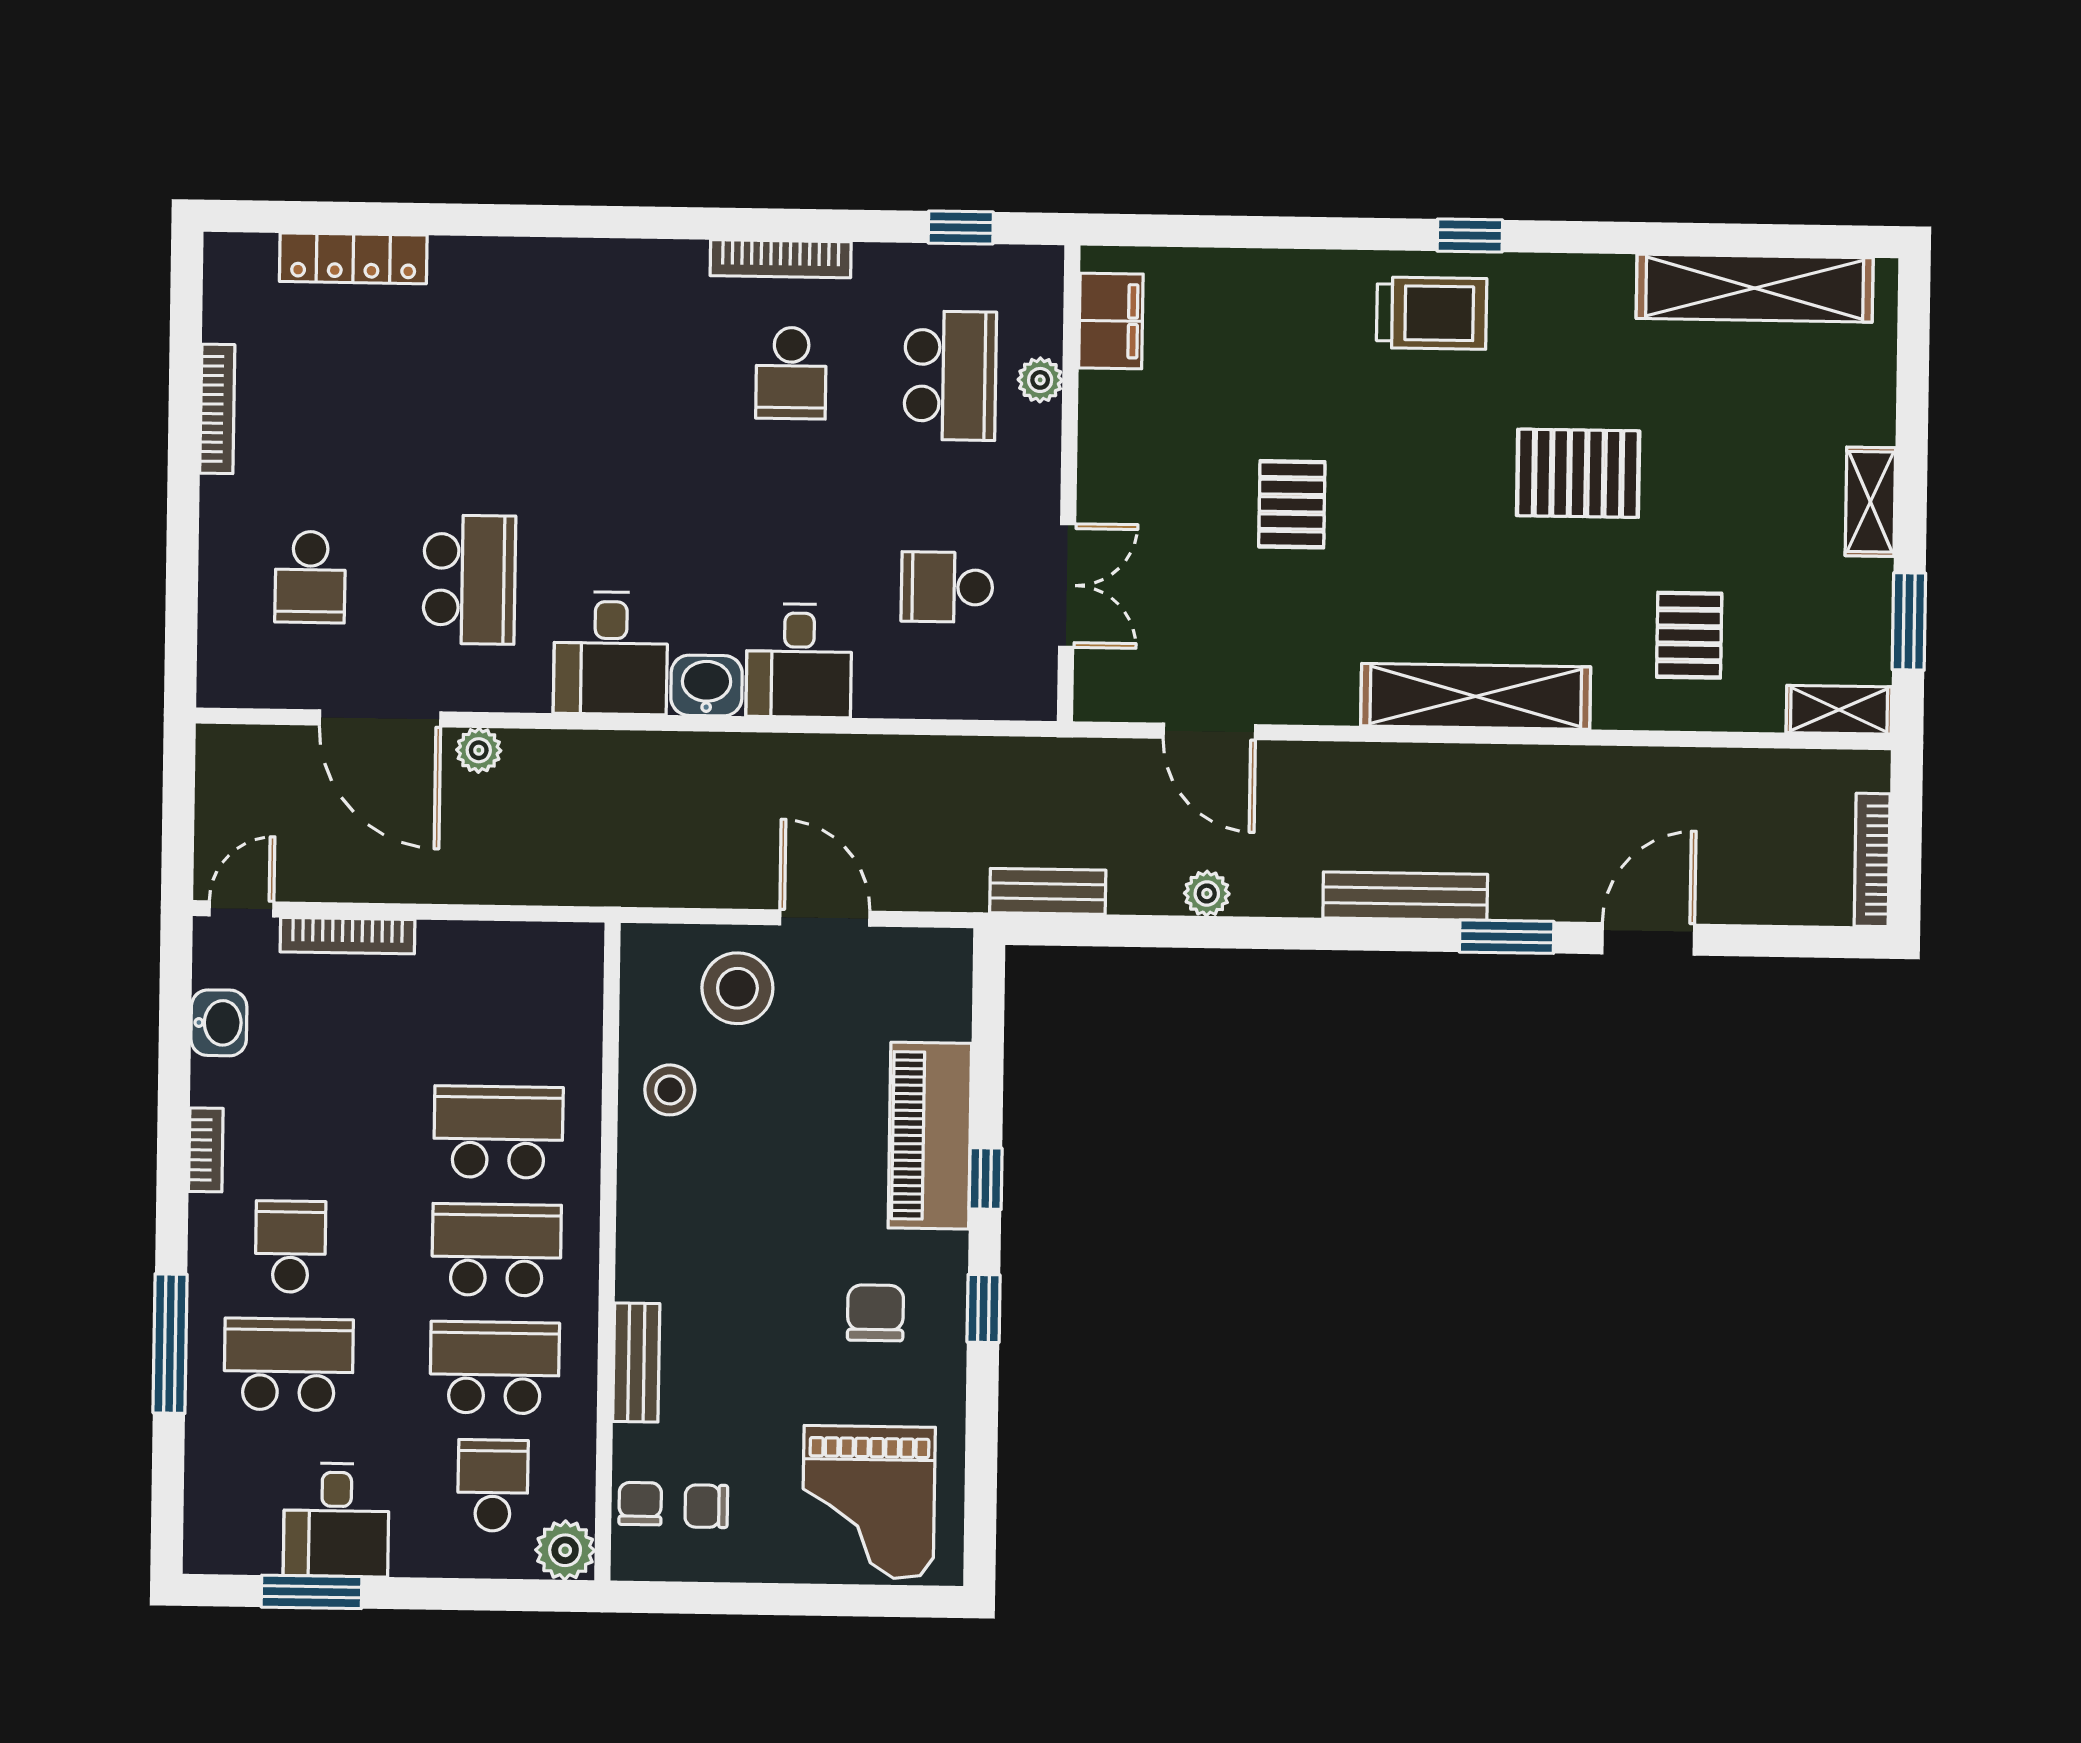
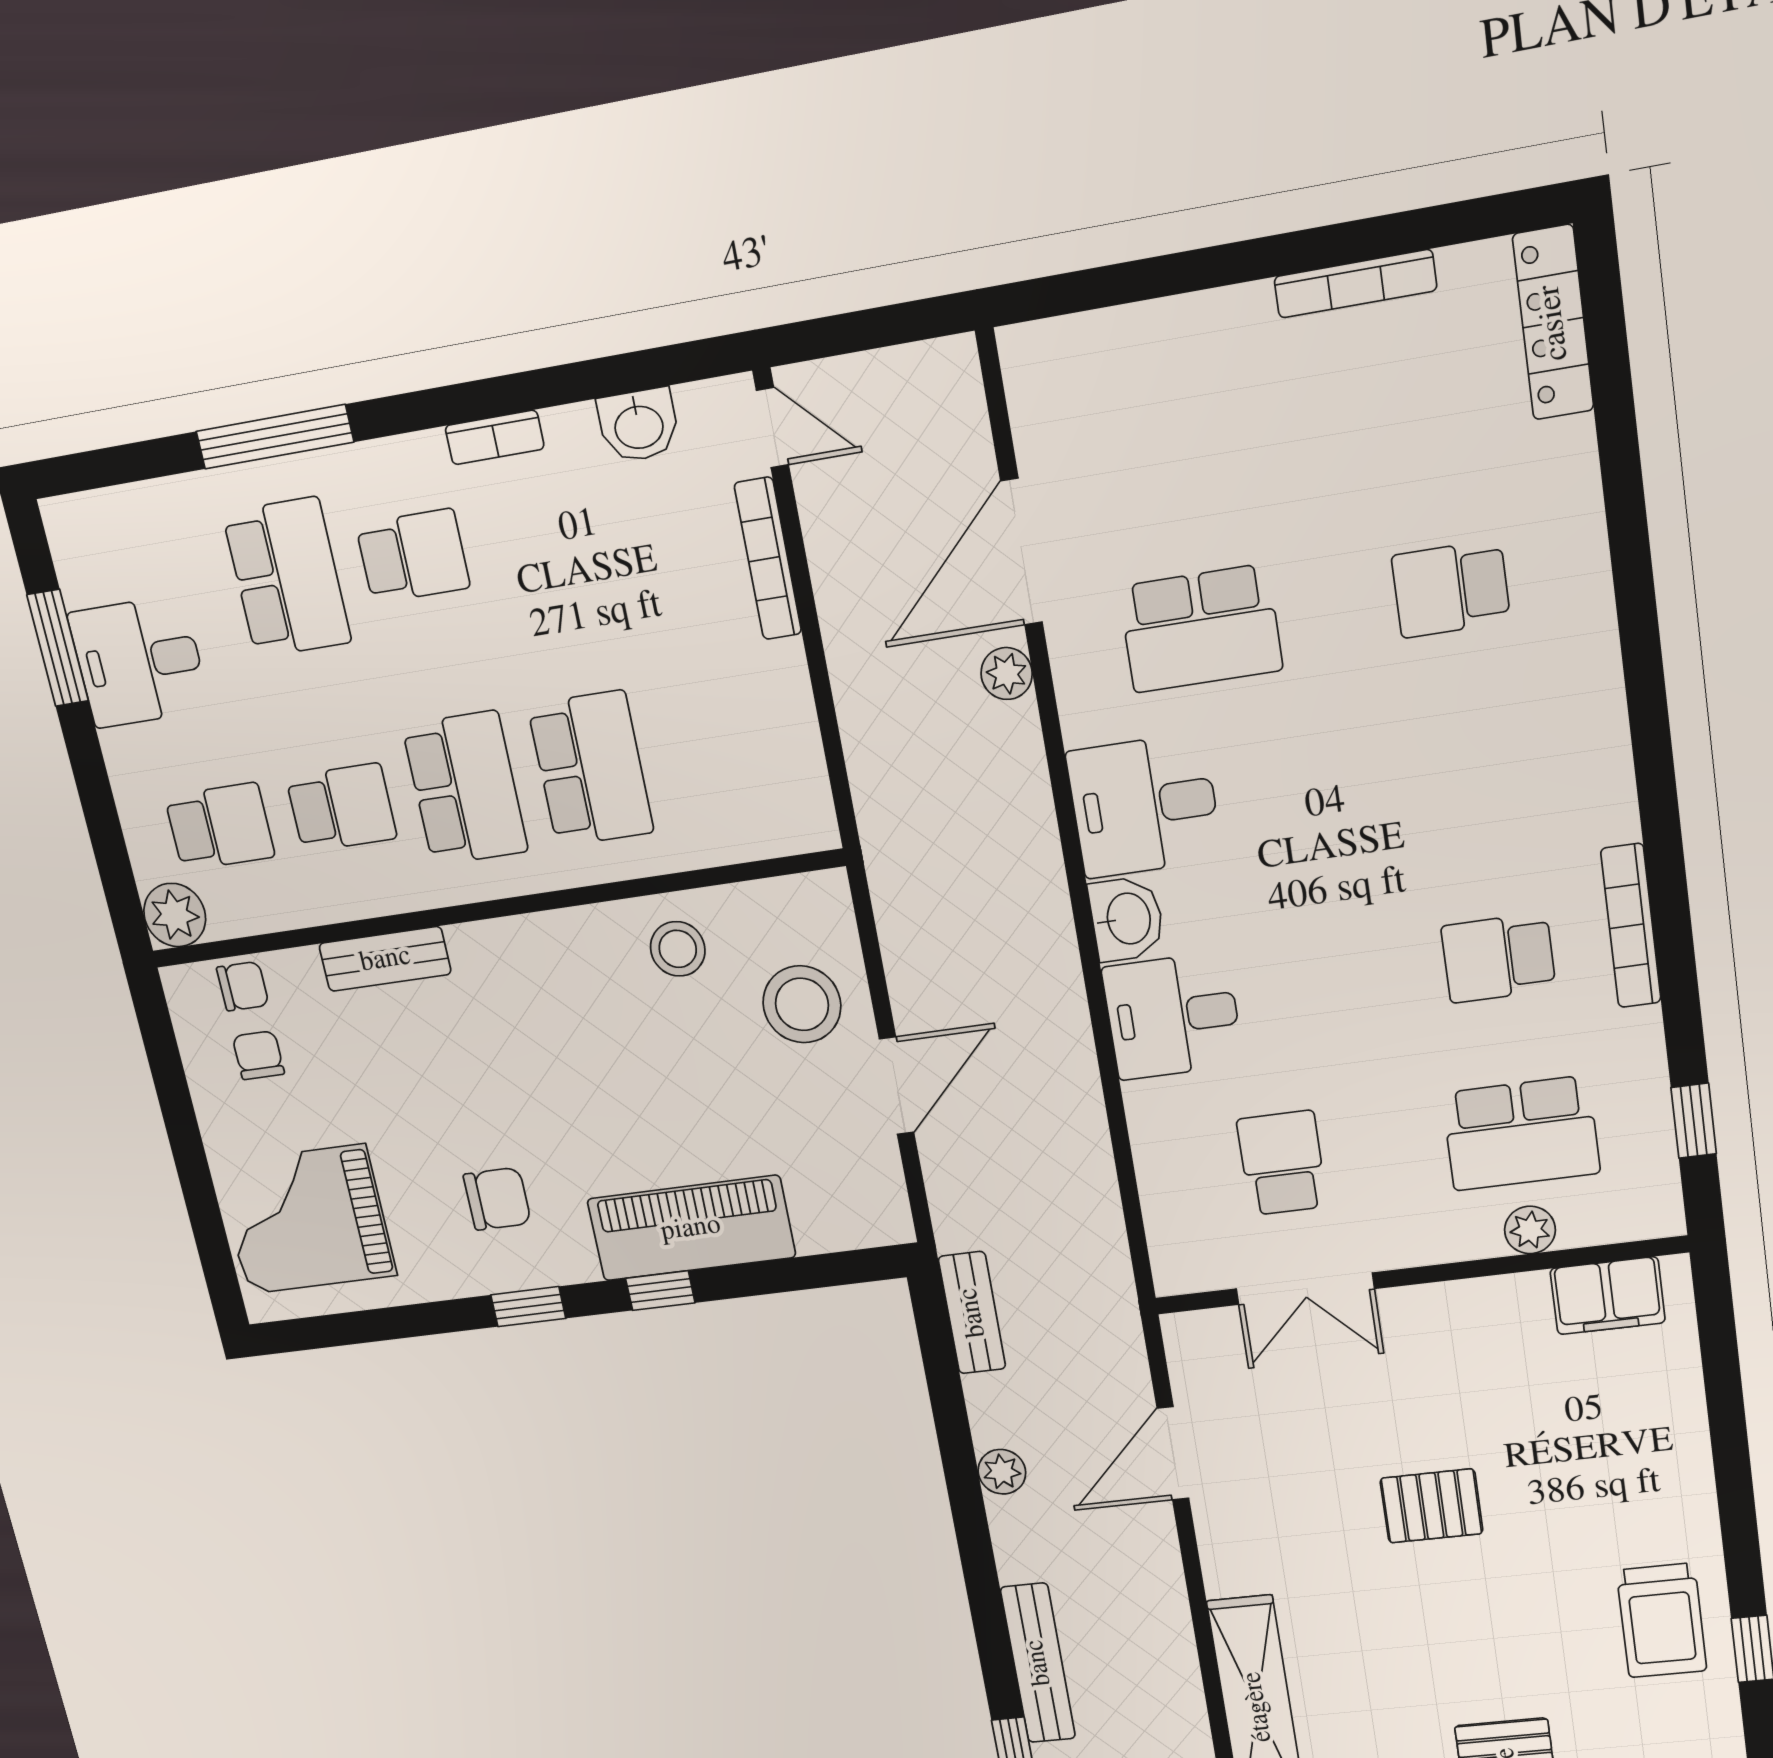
locker: (353, 258) -> (1553, 323), moved
school desk: (310, 577) -> (1451, 589), moved
school desk: (495, 1368) -> (341, 808), width x0.54

